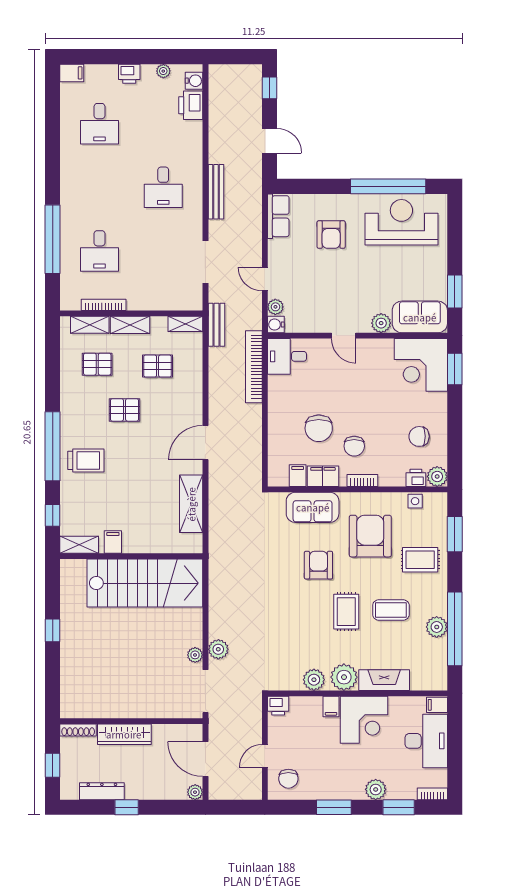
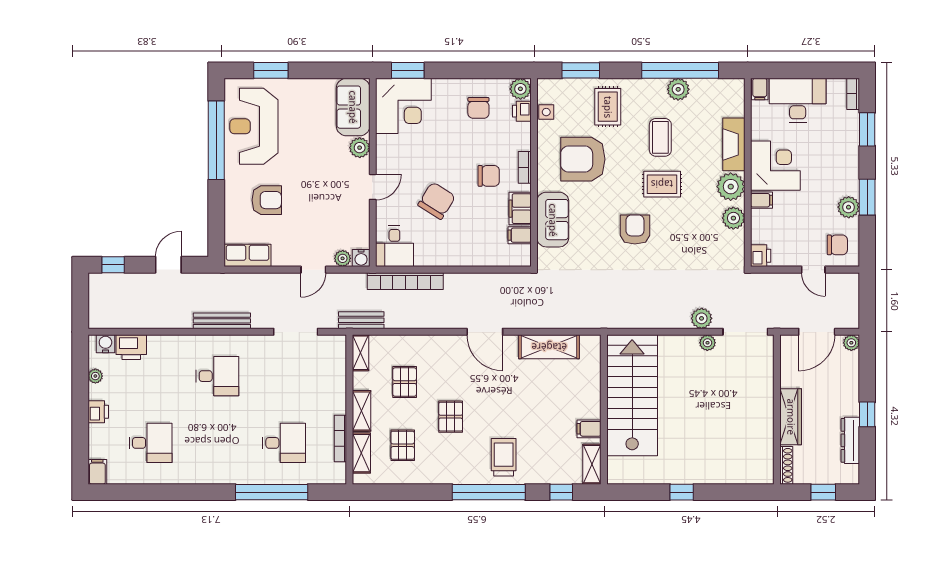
window: (455, 291) -> (271, 70), moved
chair: (319, 428) -> (437, 201), moved, turned -58
armchair: (318, 565) -> (635, 230), moved, turned 90
plant: (376, 789) -> (849, 207), moved

